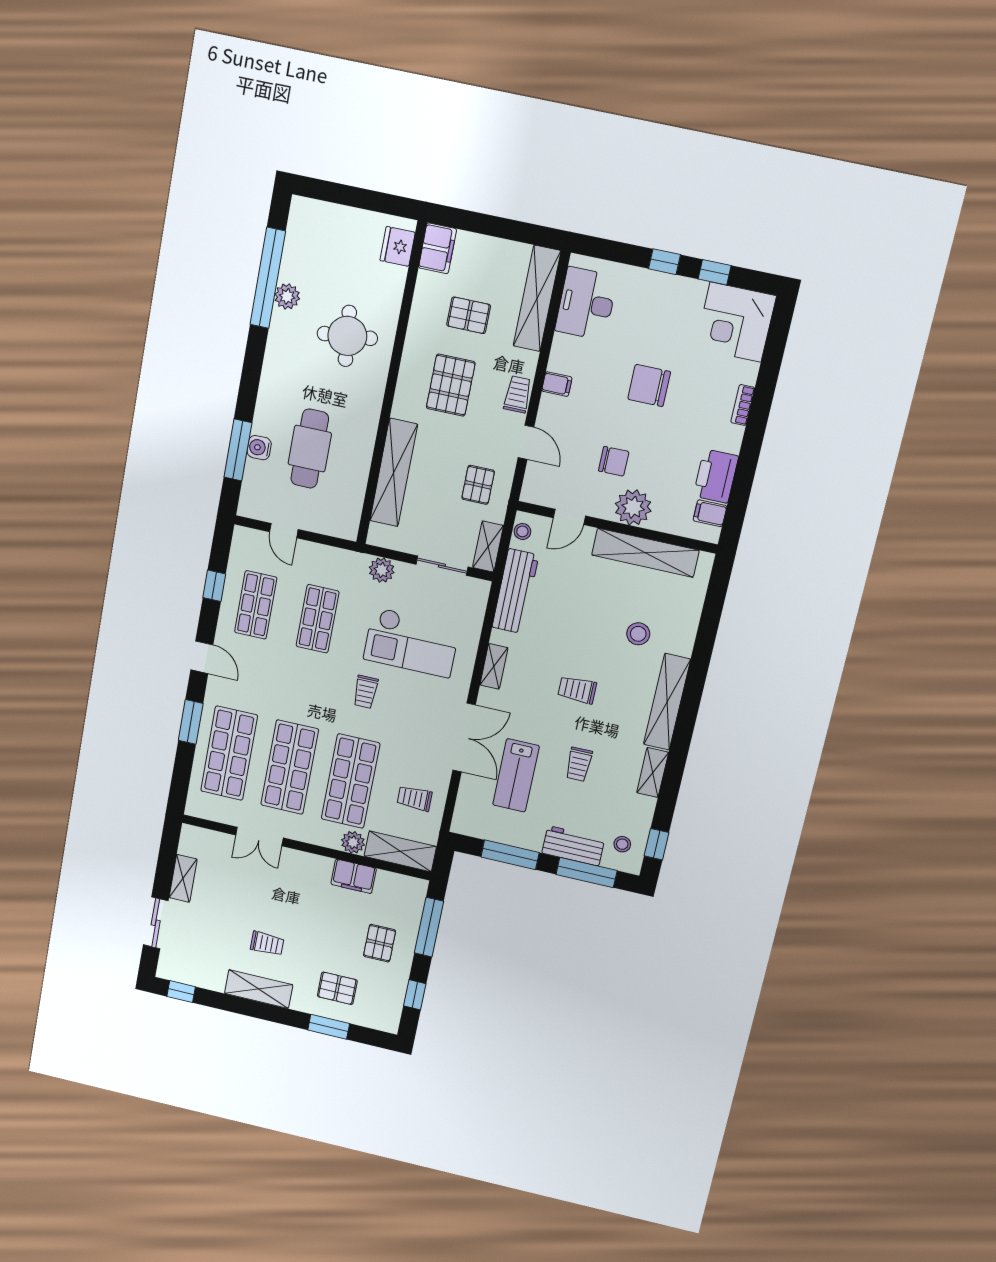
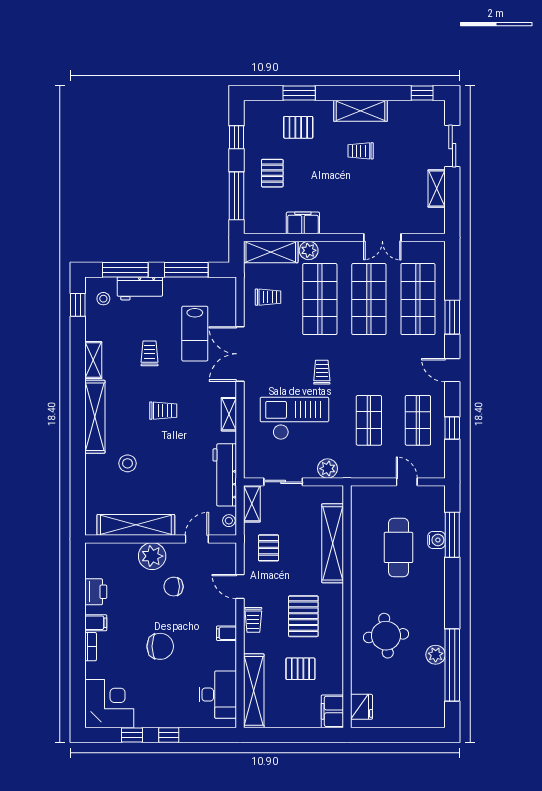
printer: (716, 476) -> (96, 592), width x0.73, depth x0.84
filing cabinet: (710, 513) -> (96, 623), moved
lab bench: (516, 775) -> (195, 334), turned 180
double door: (259, 836) -> (382, 238), swing flipped

